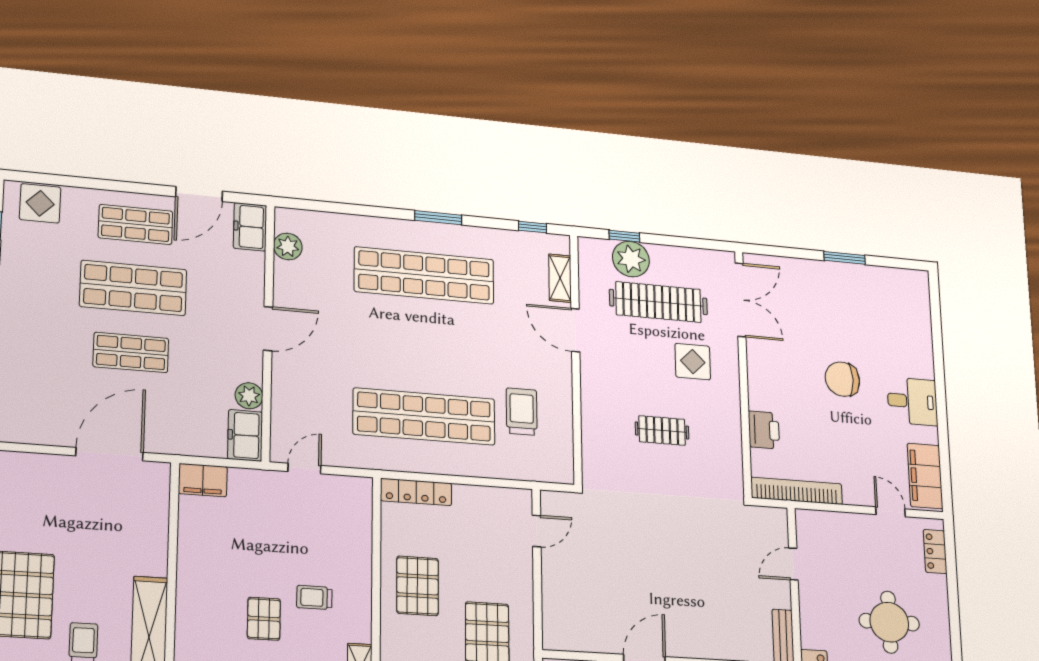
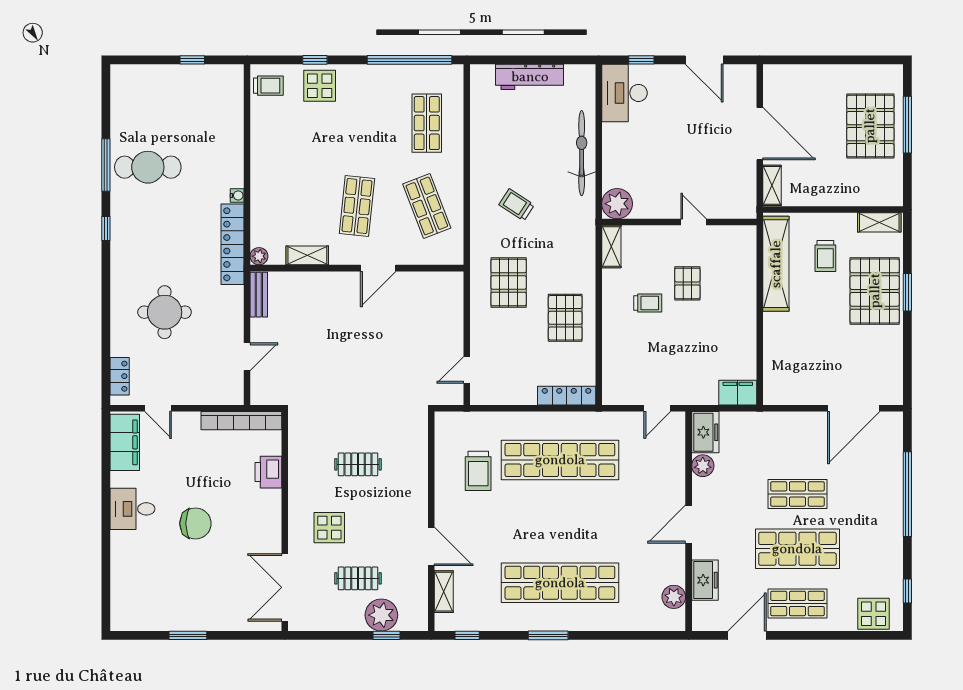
freezer: (250, 227) -> (705, 580), moved
clothes rail: (658, 302) -> (358, 578), width x0.54, depth x0.76
door: (109, 454) -> (854, 408), moved

